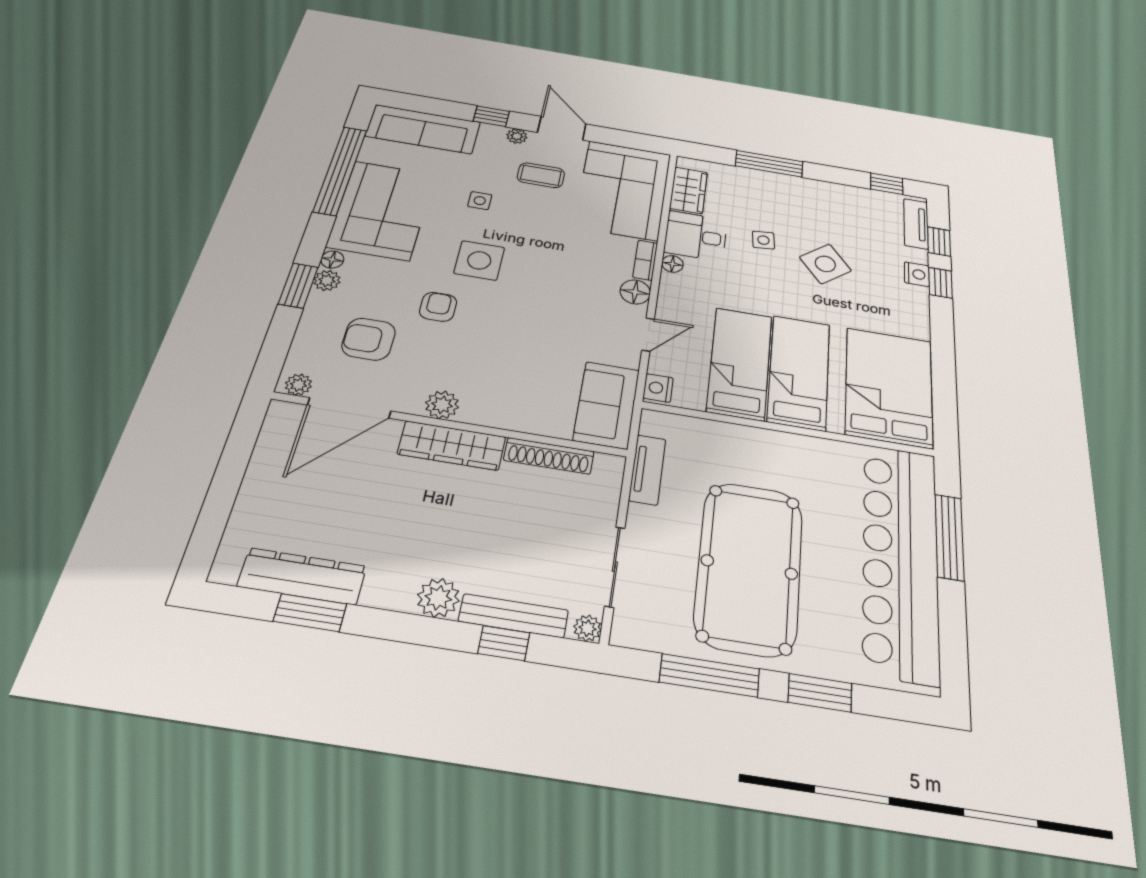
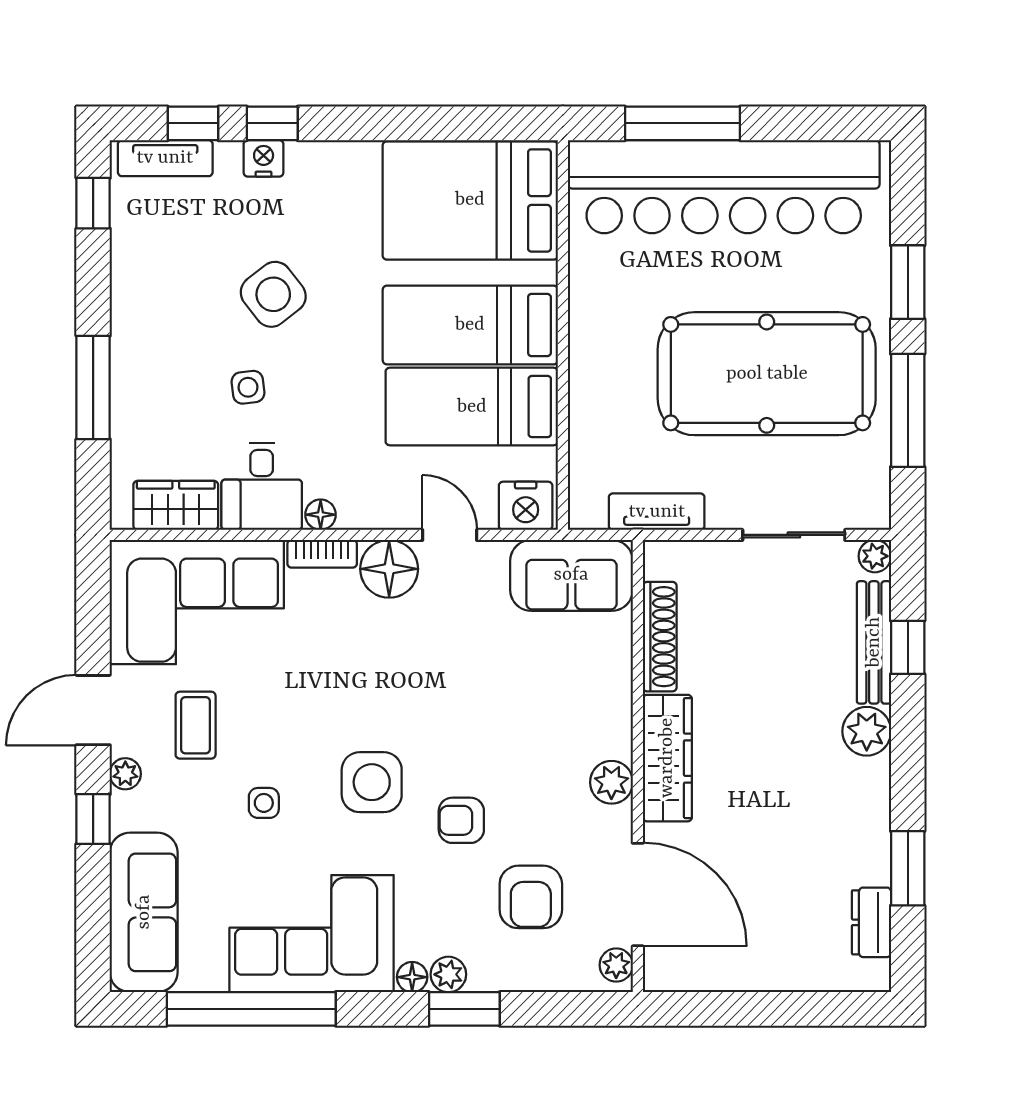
floor lamp: (635, 292) -> (389, 569), width x1.38, depth x1.38
nightstand: (658, 388) -> (526, 506), width x1.36, depth x1.33
dresser: (302, 576) -> (871, 922), width x0.51, depth x0.80

